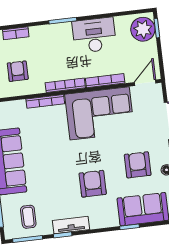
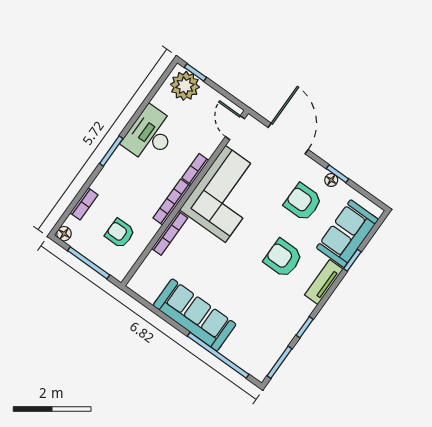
bookcase: (105, 81) -> (195, 169), width x0.64
coffee table: (28, 217) -> (260, 343), removed
tv unit: (71, 225) -> (324, 282), moved

